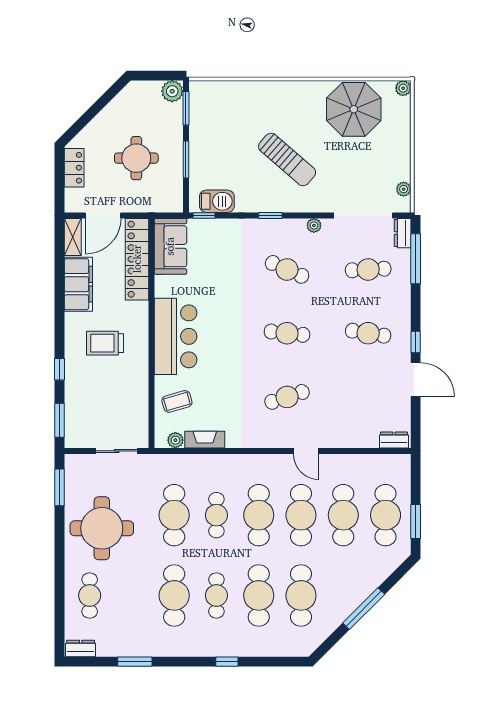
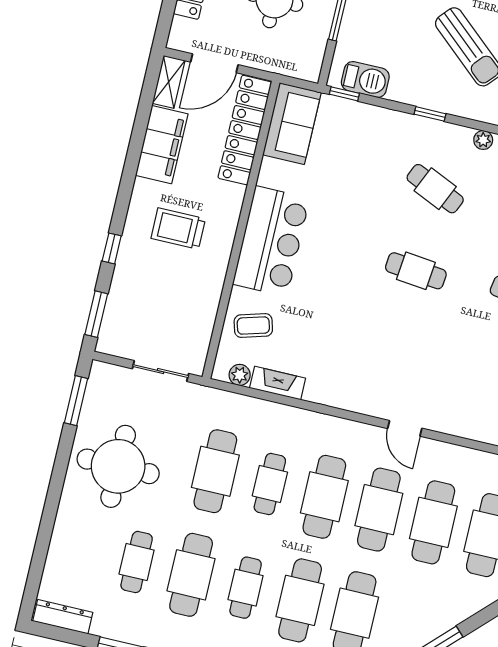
cafe table: (287, 397) -> (397, 353), removed
cafe table: (90, 595) -> (137, 562), moved
dresser: (81, 648) -> (63, 617), width x1.44

